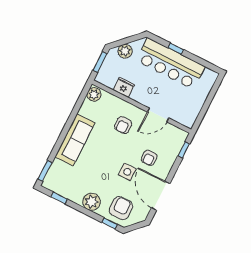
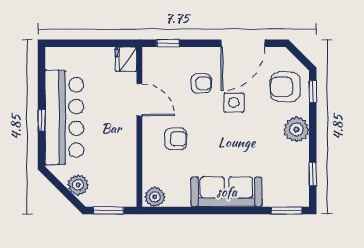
fridge: (124, 87) -> (126, 59), moved

